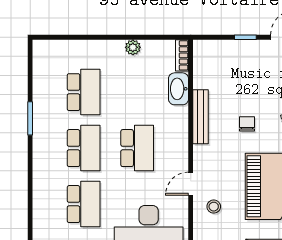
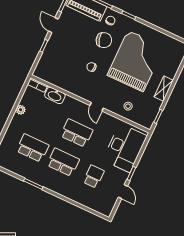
bench: (201, 117) -> (76, 90), removed
door: (191, 184) -> (97, 107), moved
school desk: (84, 204) -> (94, 176), width x0.54

